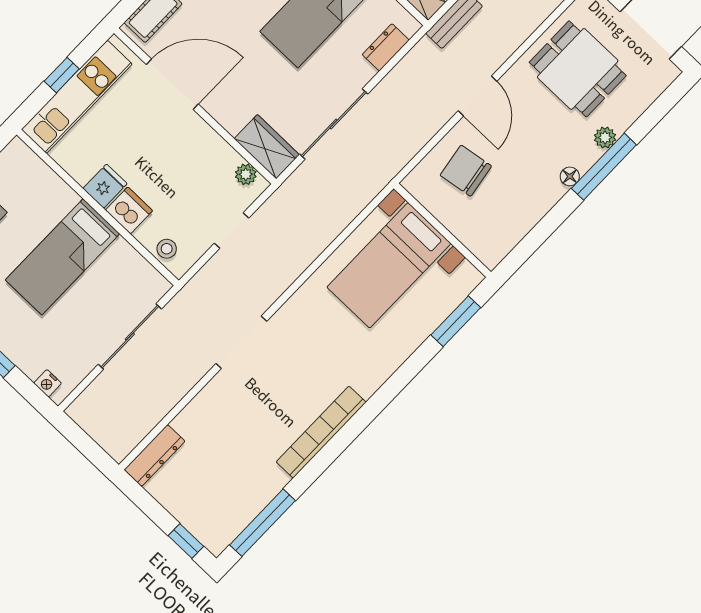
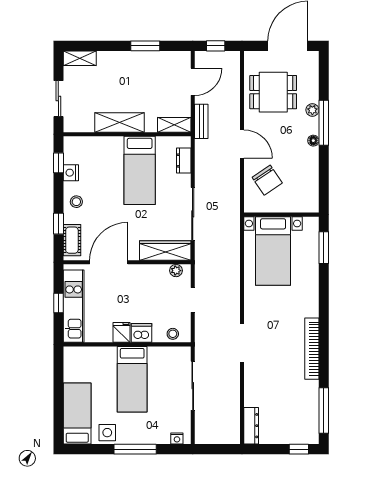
wardrobe: (267, 147) -> (165, 250), width x1.50
chair: (466, 171) -> (267, 180), turned -115

